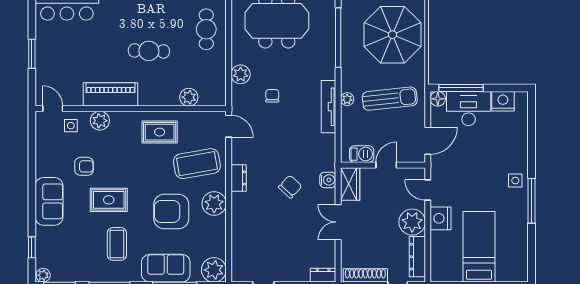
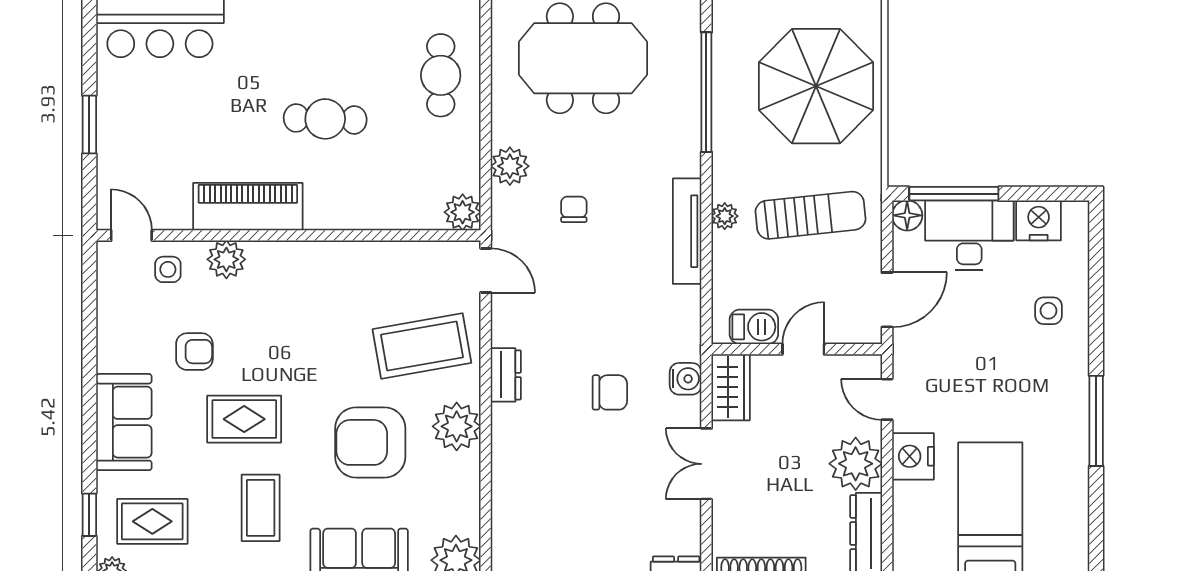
plant: (189, 97) -> (463, 212), moved
rug: (160, 132) -> (152, 521), moved
side table: (515, 181) -> (1048, 311), moved
chair: (290, 187) -> (610, 392), turned 47

